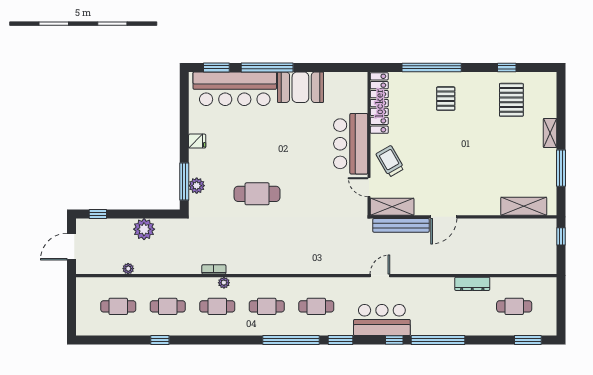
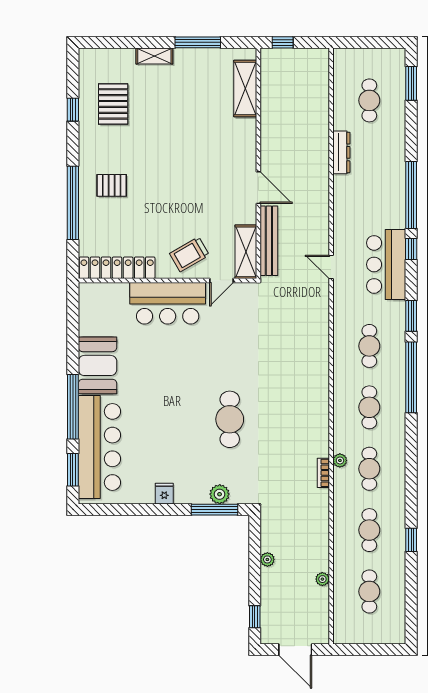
pallet: (511, 100) -> (113, 104), turned 90
plant: (144, 229) -> (267, 559), width x0.53, depth x0.53

